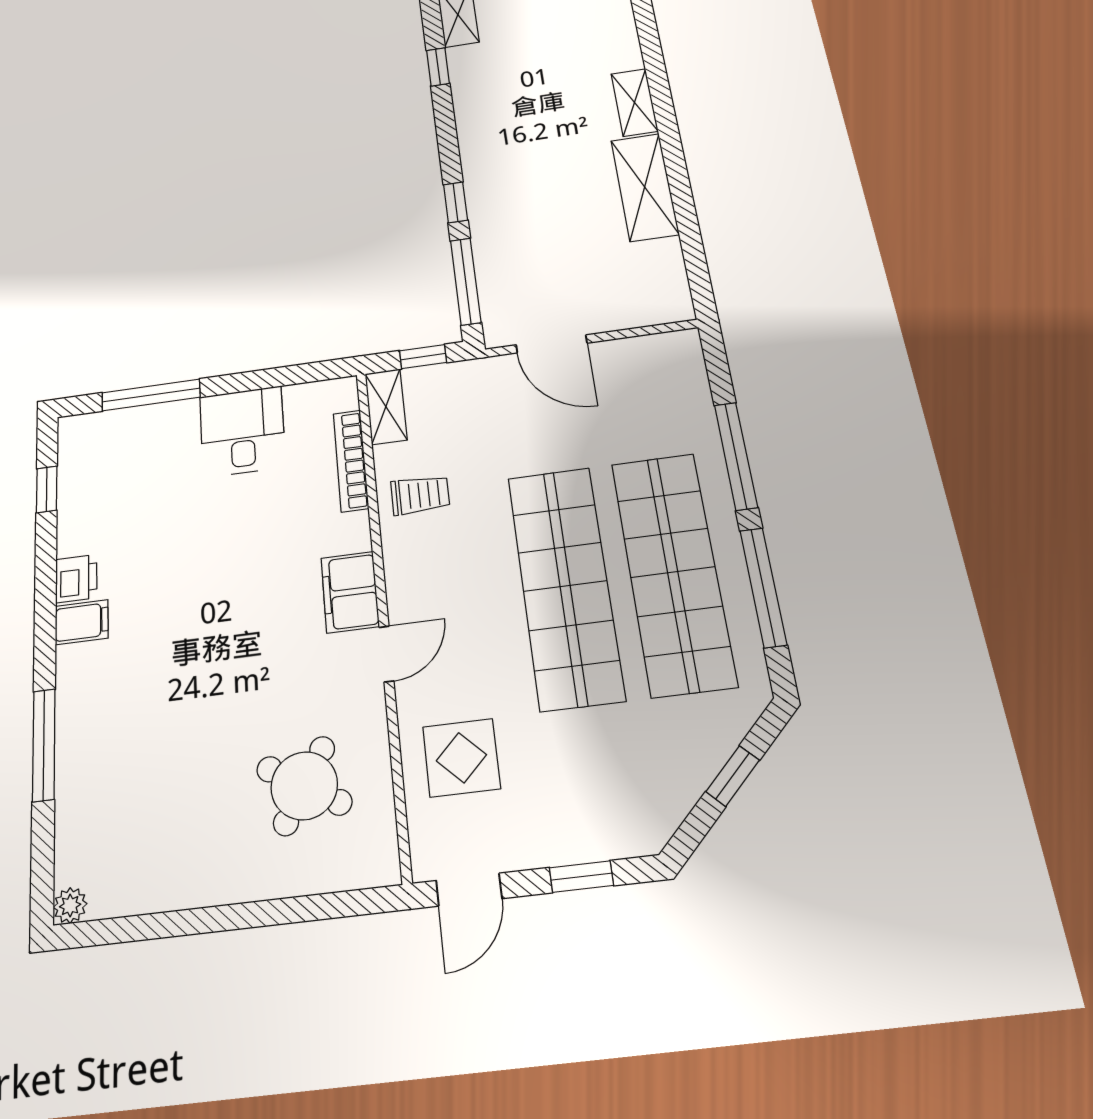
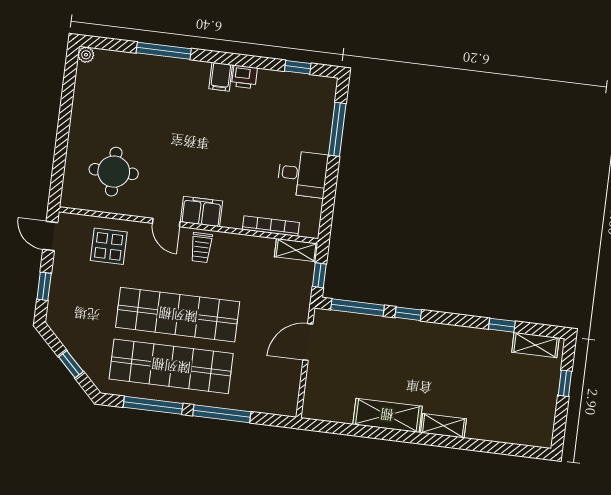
trolley: (420, 495) -> (201, 248), moved
round table: (304, 786) -> (114, 172), turned -31

